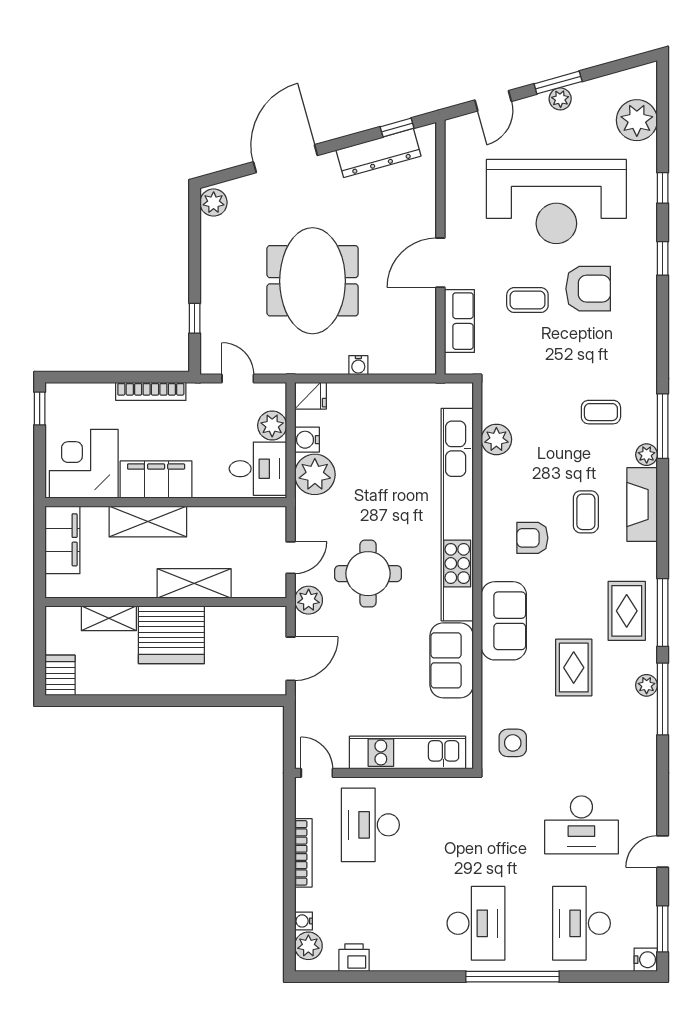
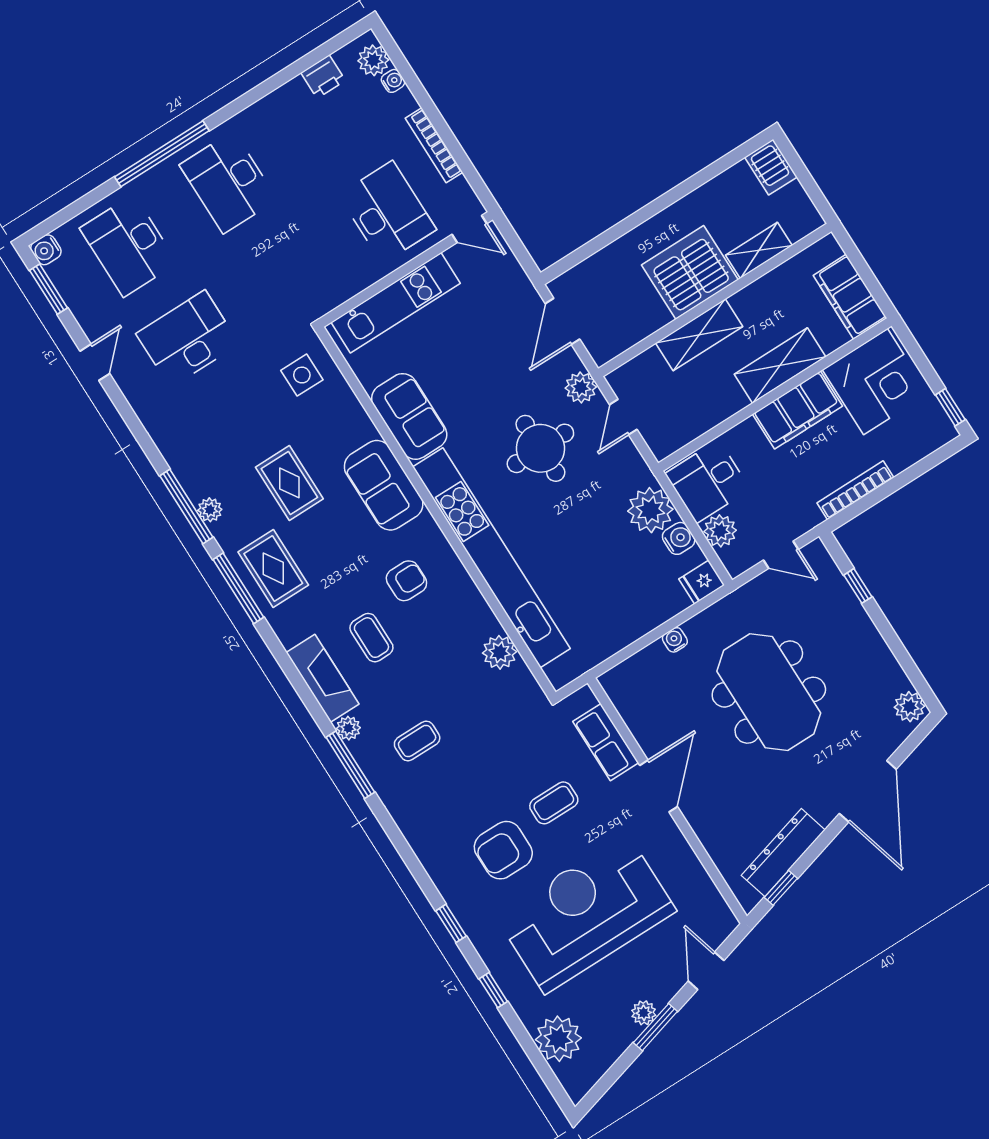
desk: (581, 923) -> (129, 246), turned 180

